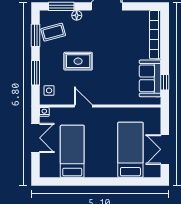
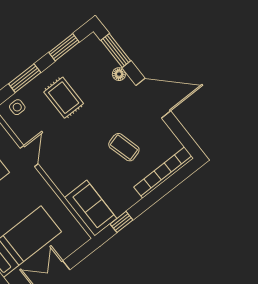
coffee table: (53, 32) -> (124, 147), moved
rug: (78, 61) -> (64, 98), moved
sofa: (150, 78) -> (91, 208), moved, turned 90

